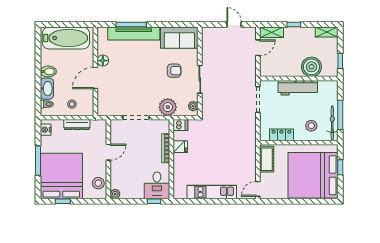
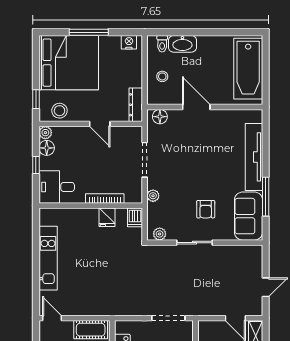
window: (131, 25) -> (266, 197), moved
floor lamp: (103, 61) -> (160, 117), moved
bidet: (48, 71) -> (205, 46), removed
plant: (168, 107) -> (153, 196), width x0.53, depth x0.53
dresser: (77, 125) -> (136, 105), moved
floor lamp: (127, 193) -> (47, 148), added
window: (63, 201) -> (36, 99), moved
window: (154, 201) -> (36, 165), moved

